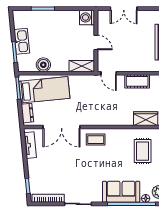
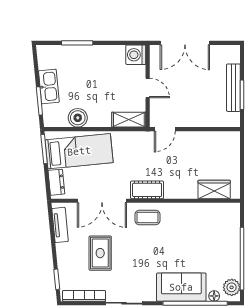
double door: (124, 9) -> (185, 43), width x1.37
door: (109, 73) -> (165, 129), hinge flipped
cot: (137, 81) -> (147, 190), moved
rug: (143, 151) -> (100, 253), moved

